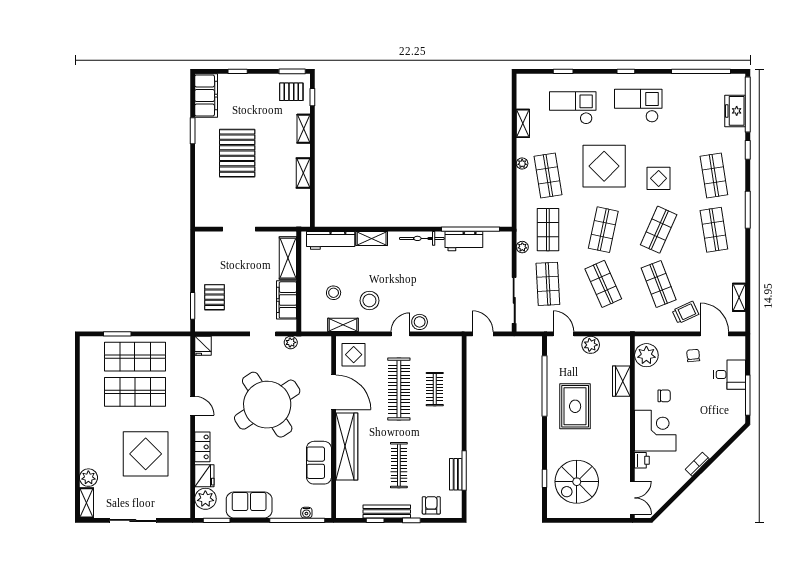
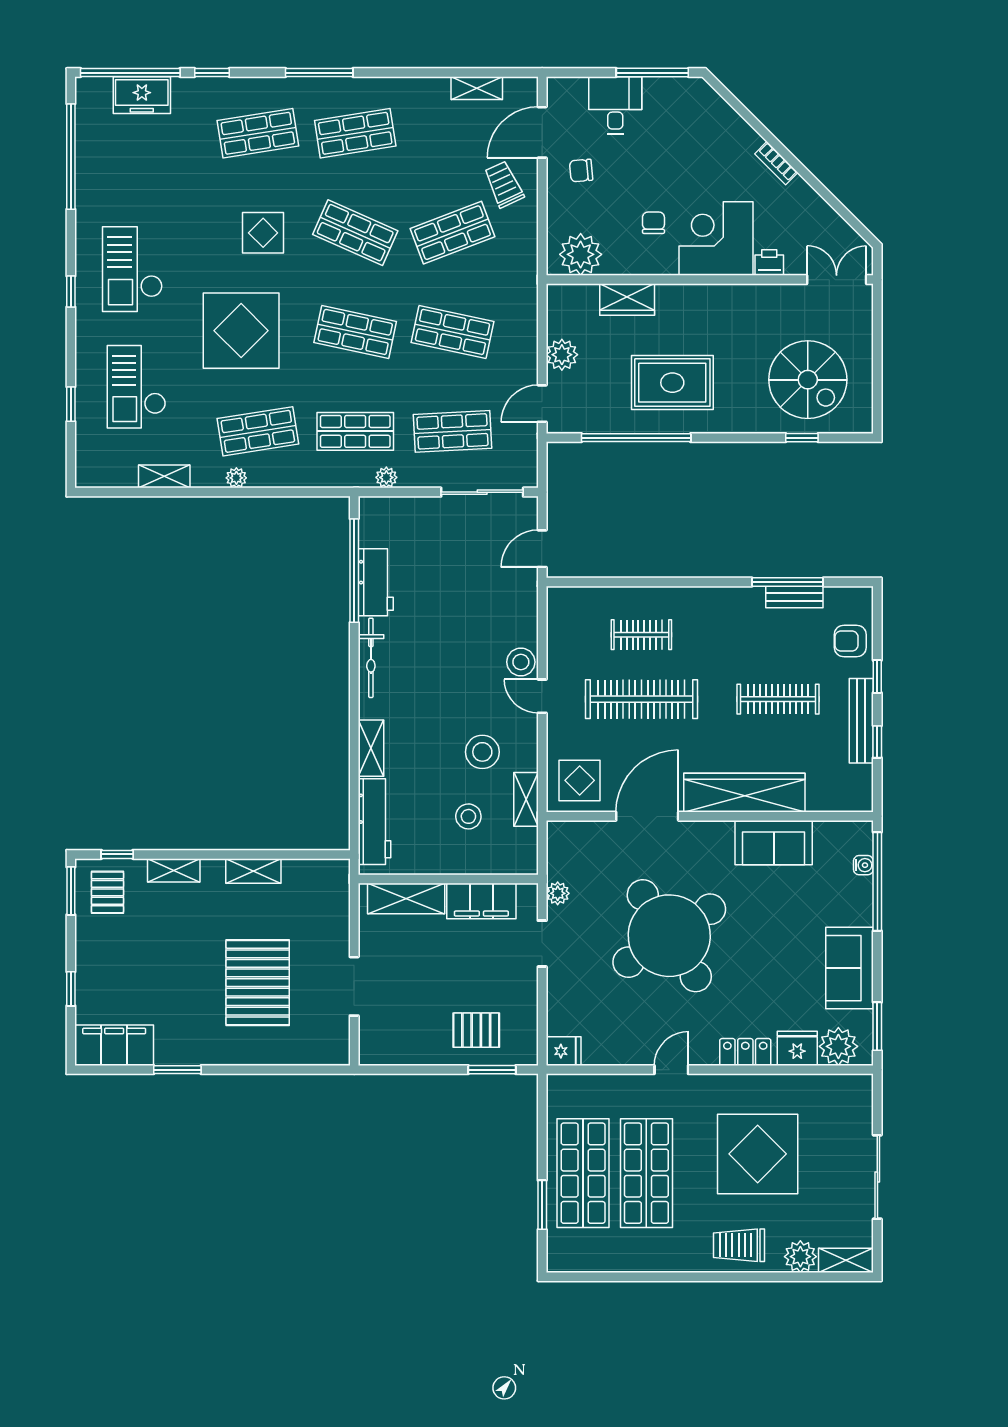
pallet: (237, 153) -> (258, 983), moved, turned 90
shop shelf: (603, 284) -> (453, 332), turned 36
trolley: (95, 443) -> (739, 1245), added

